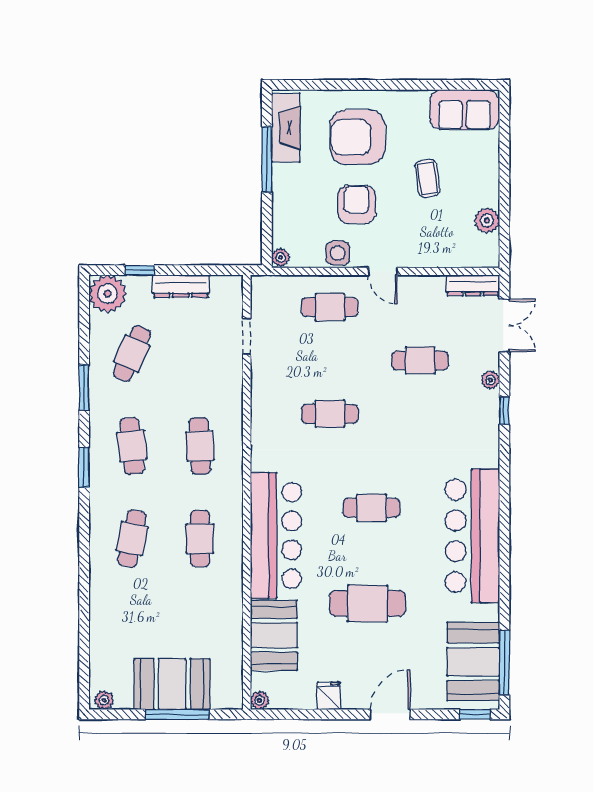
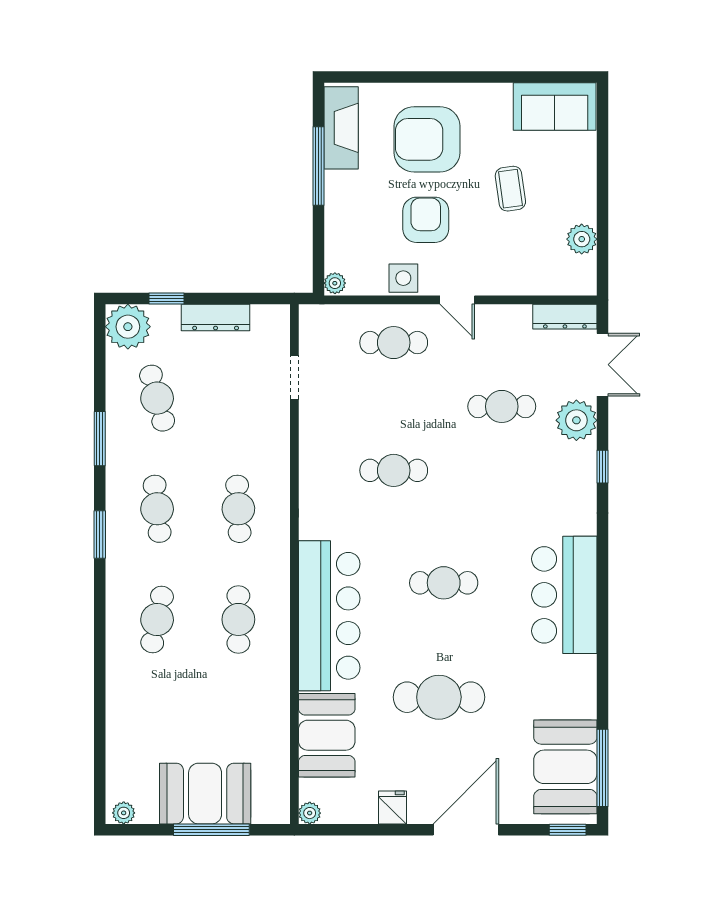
cafe table: (132, 353) -> (157, 398), turned -39
plant: (491, 380) -> (576, 420), width x1.88, depth x1.88
bar counter: (472, 536) -> (564, 595), width x0.73
door: (390, 714) -> (466, 830), width x1.36

